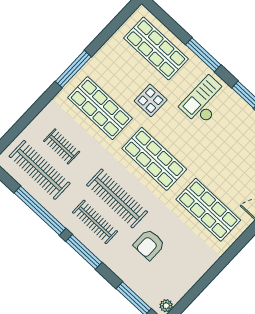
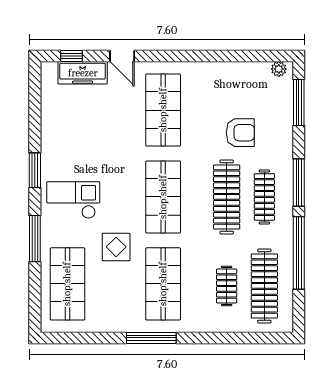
checkout: (205, 101) -> (73, 200), turned 180

